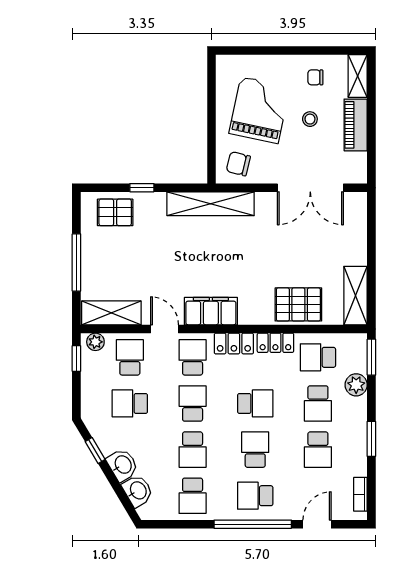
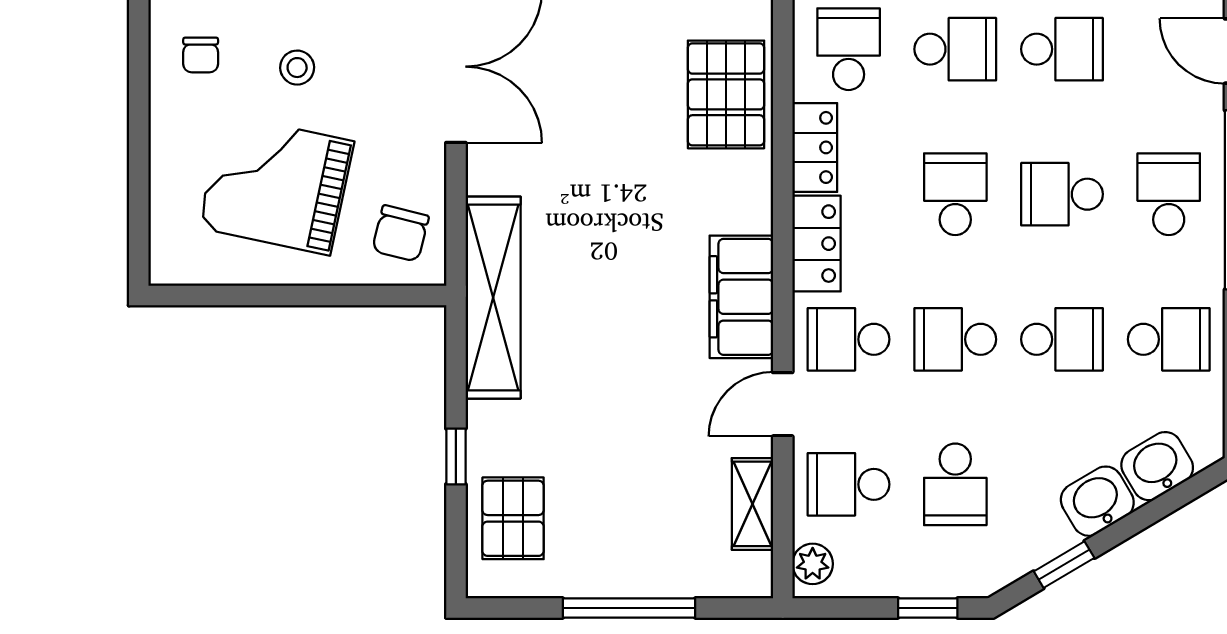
shelving: (111, 313) -> (752, 504), width x0.67, depth x0.75
school desk: (318, 357) -> (849, 49), turned 180
window: (76, 359) -> (928, 608), moved
school desk: (255, 496) -> (1169, 194), turned 180

